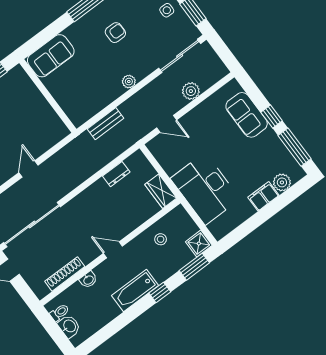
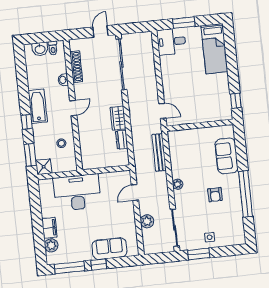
sofa: (51, 56) -> (227, 156), moved
bench: (105, 124) -> (159, 152), width x1.36
door: (28, 169) -> (162, 111), moved
wardrobe: (161, 191) -> (118, 118), moved, turned -90

